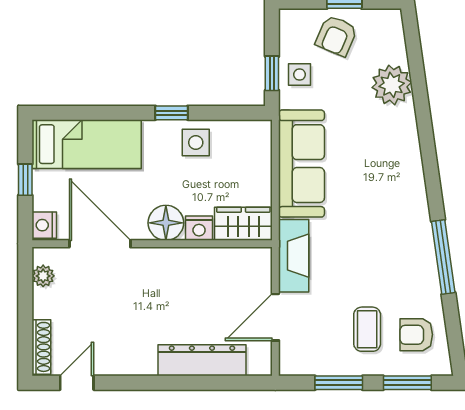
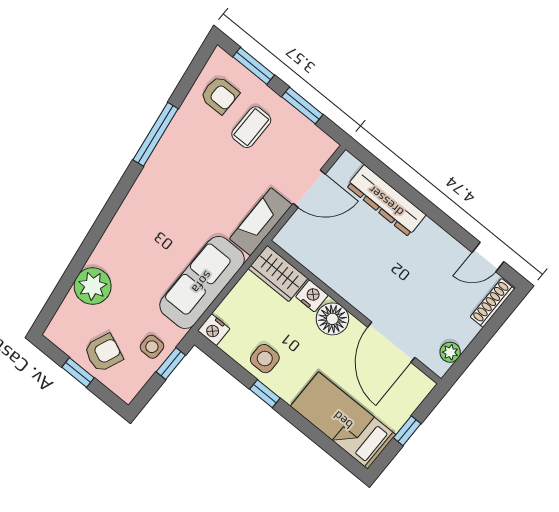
nightstand: (44, 225) -> (214, 330), moved, turned 90

